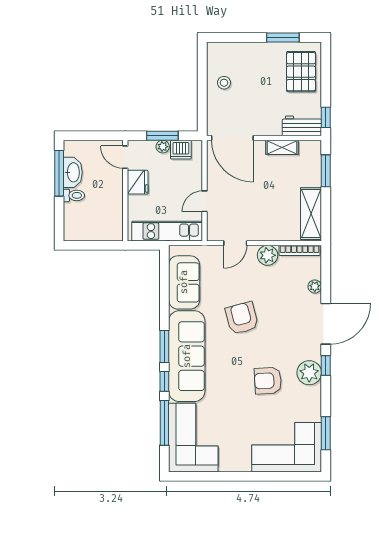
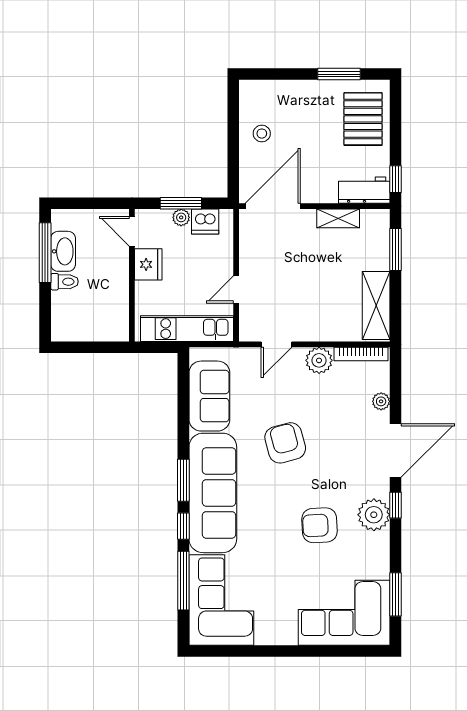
door: (232, 138) -> (273, 206), swing flipped

